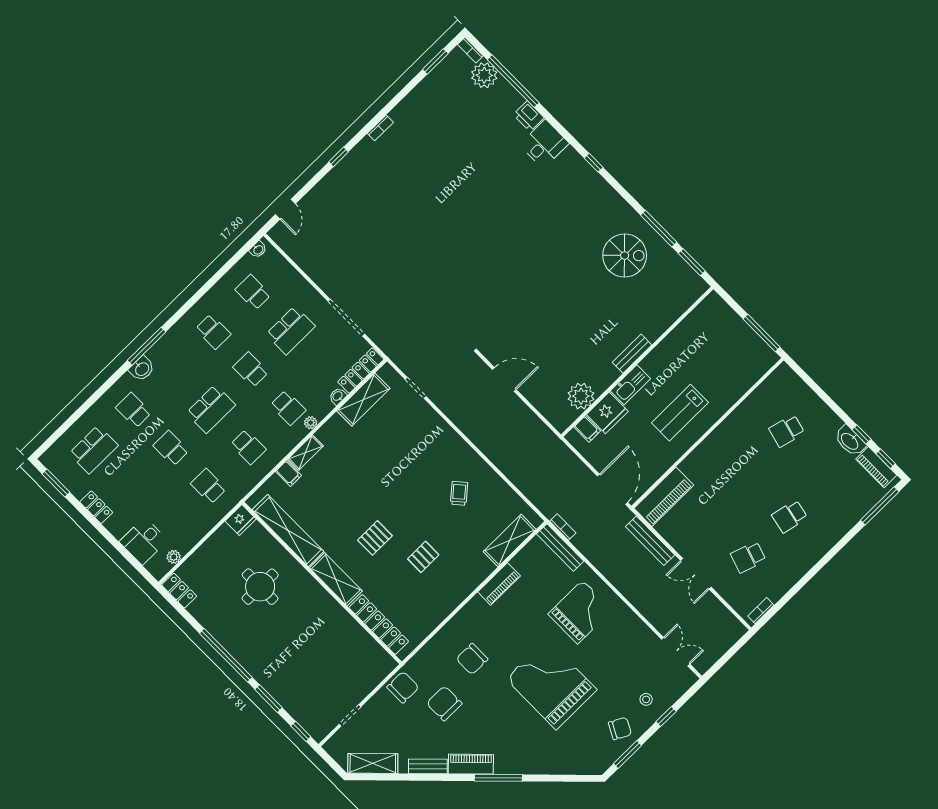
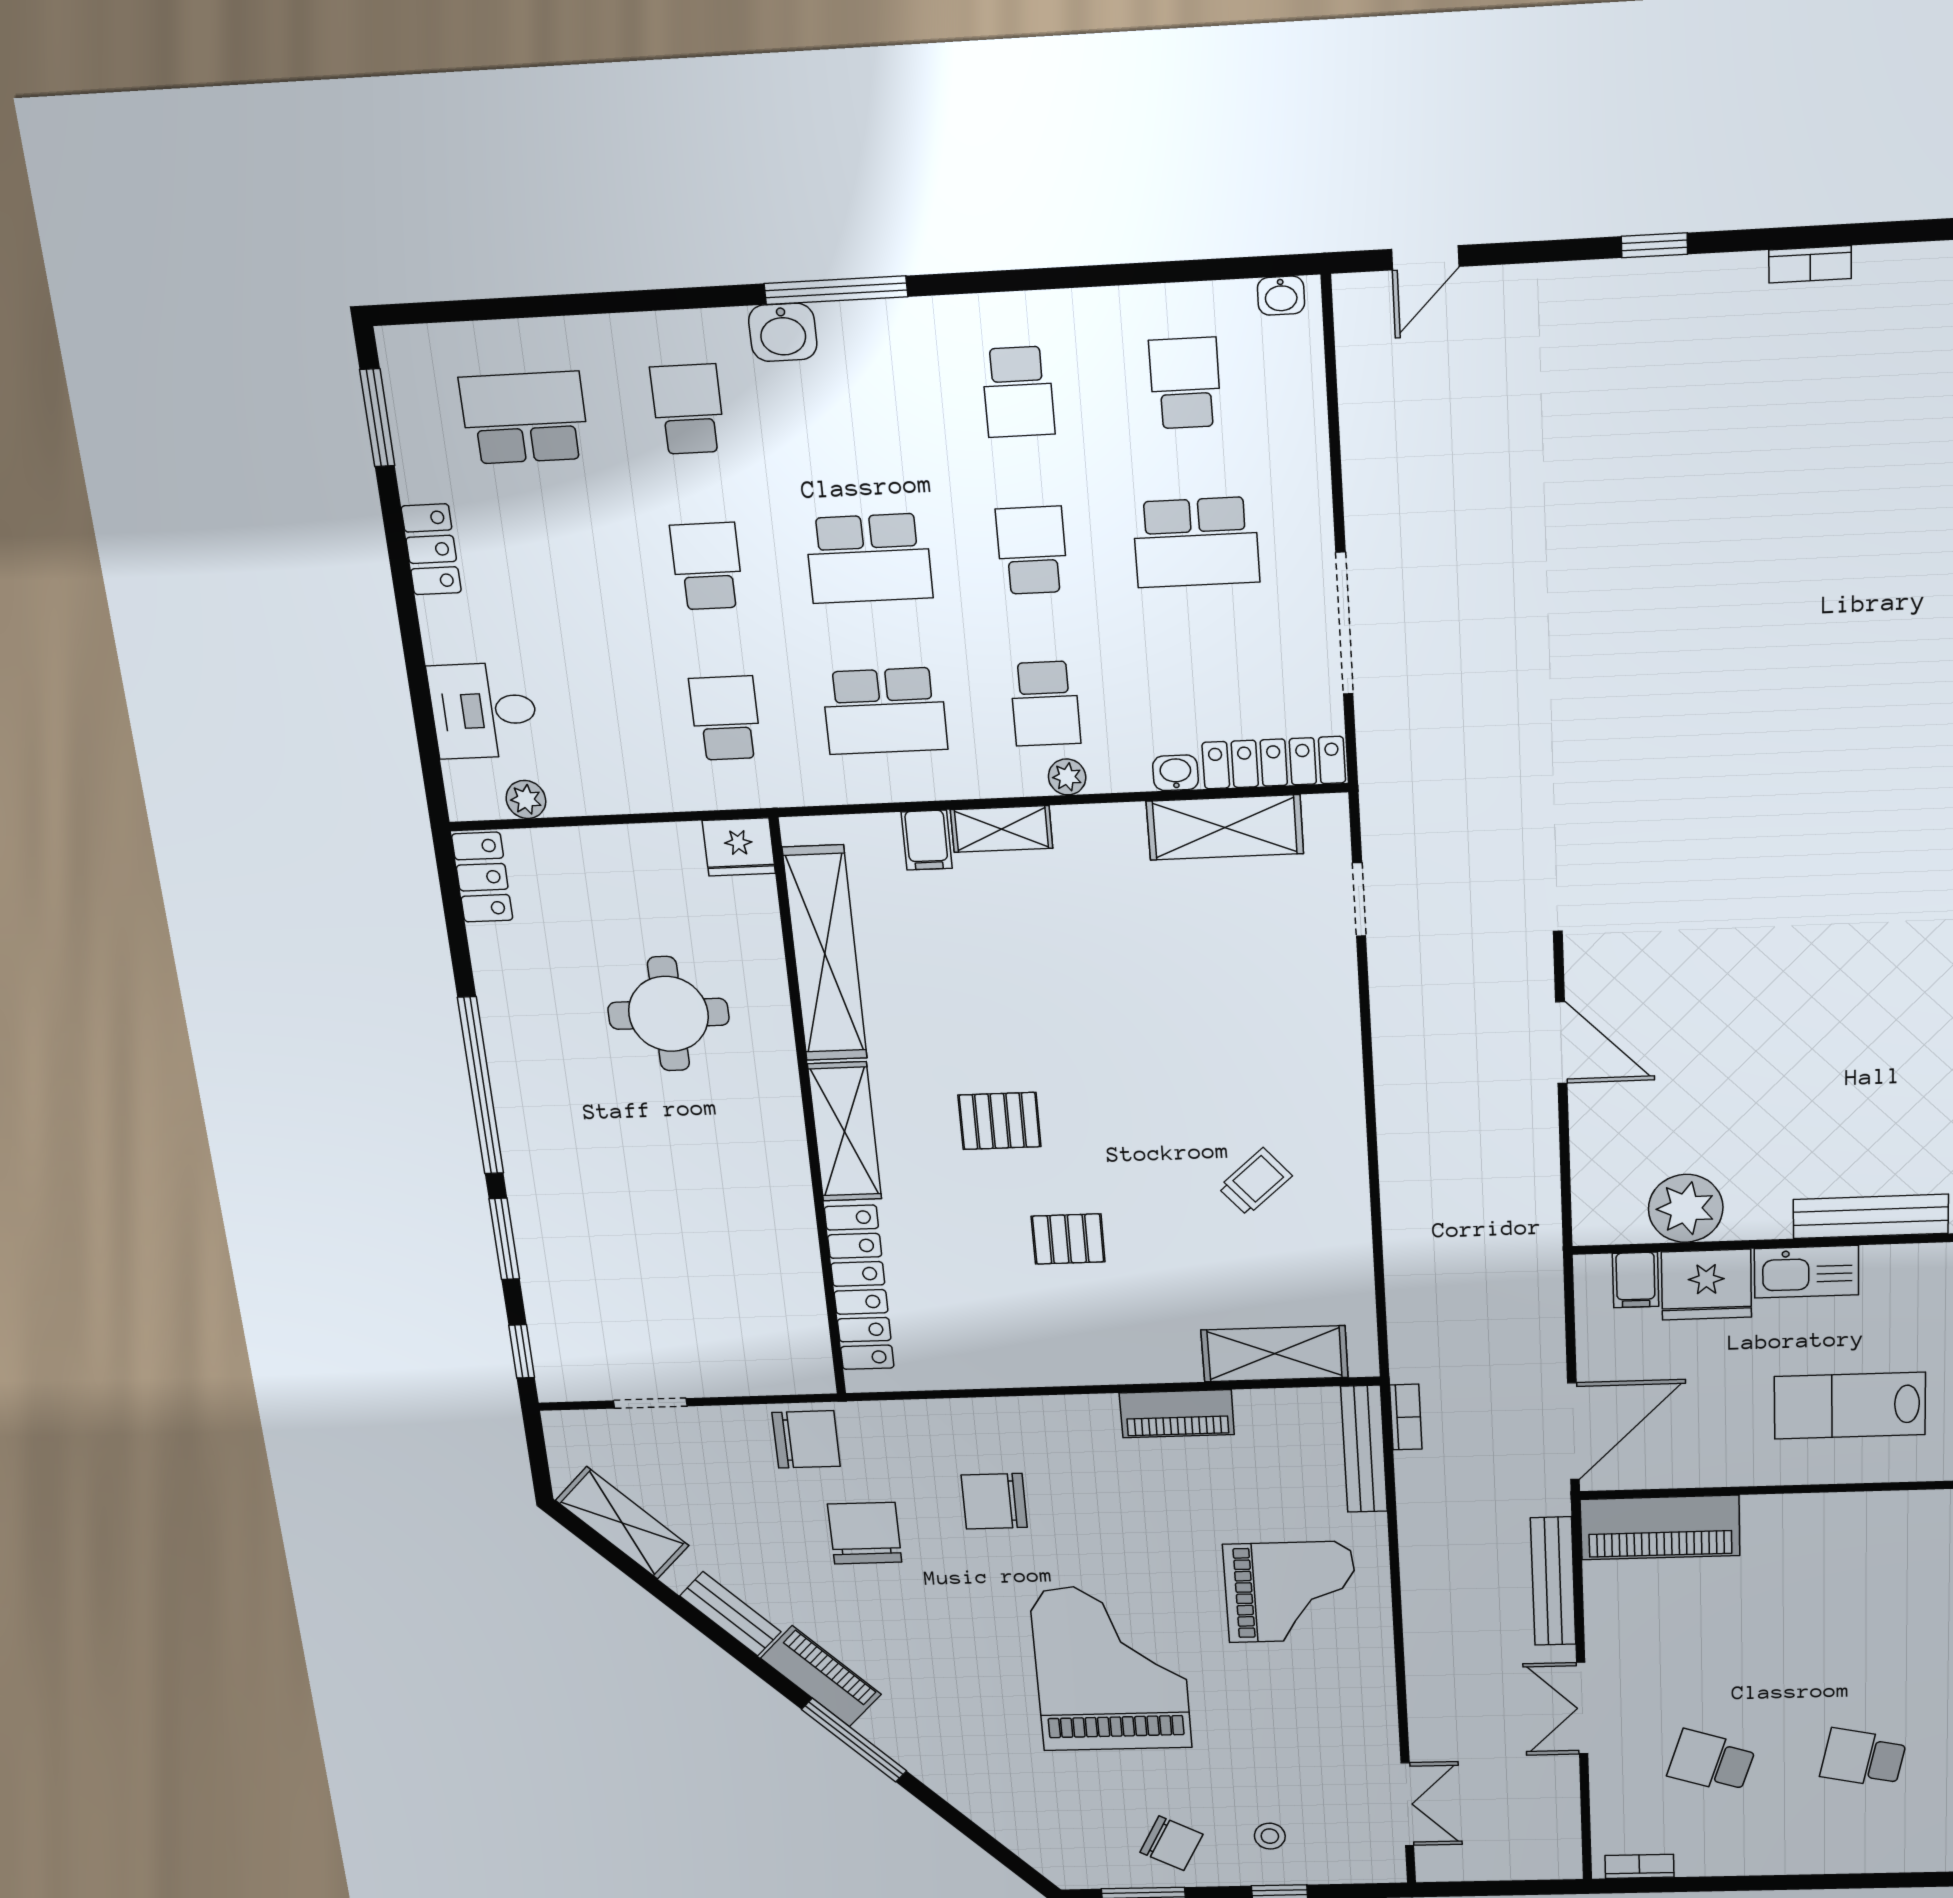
bench: (632, 354) -> (1871, 1216), width x1.36
school desk: (248, 447) -> (885, 711), width x1.85
school desk: (94, 449) -> (524, 418), turned 180

